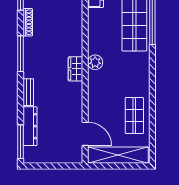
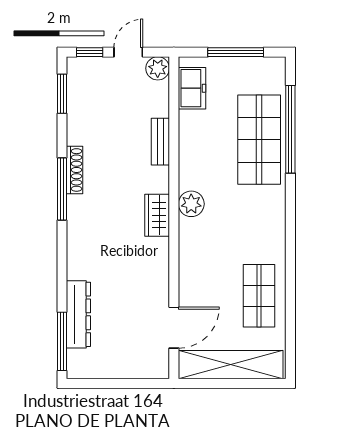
shoe rack: (28, 22) -> (75, 170), moved
bench: (28, 92) -> (160, 142), moved
door: (85, 134) -> (174, 328), hinge flipped

